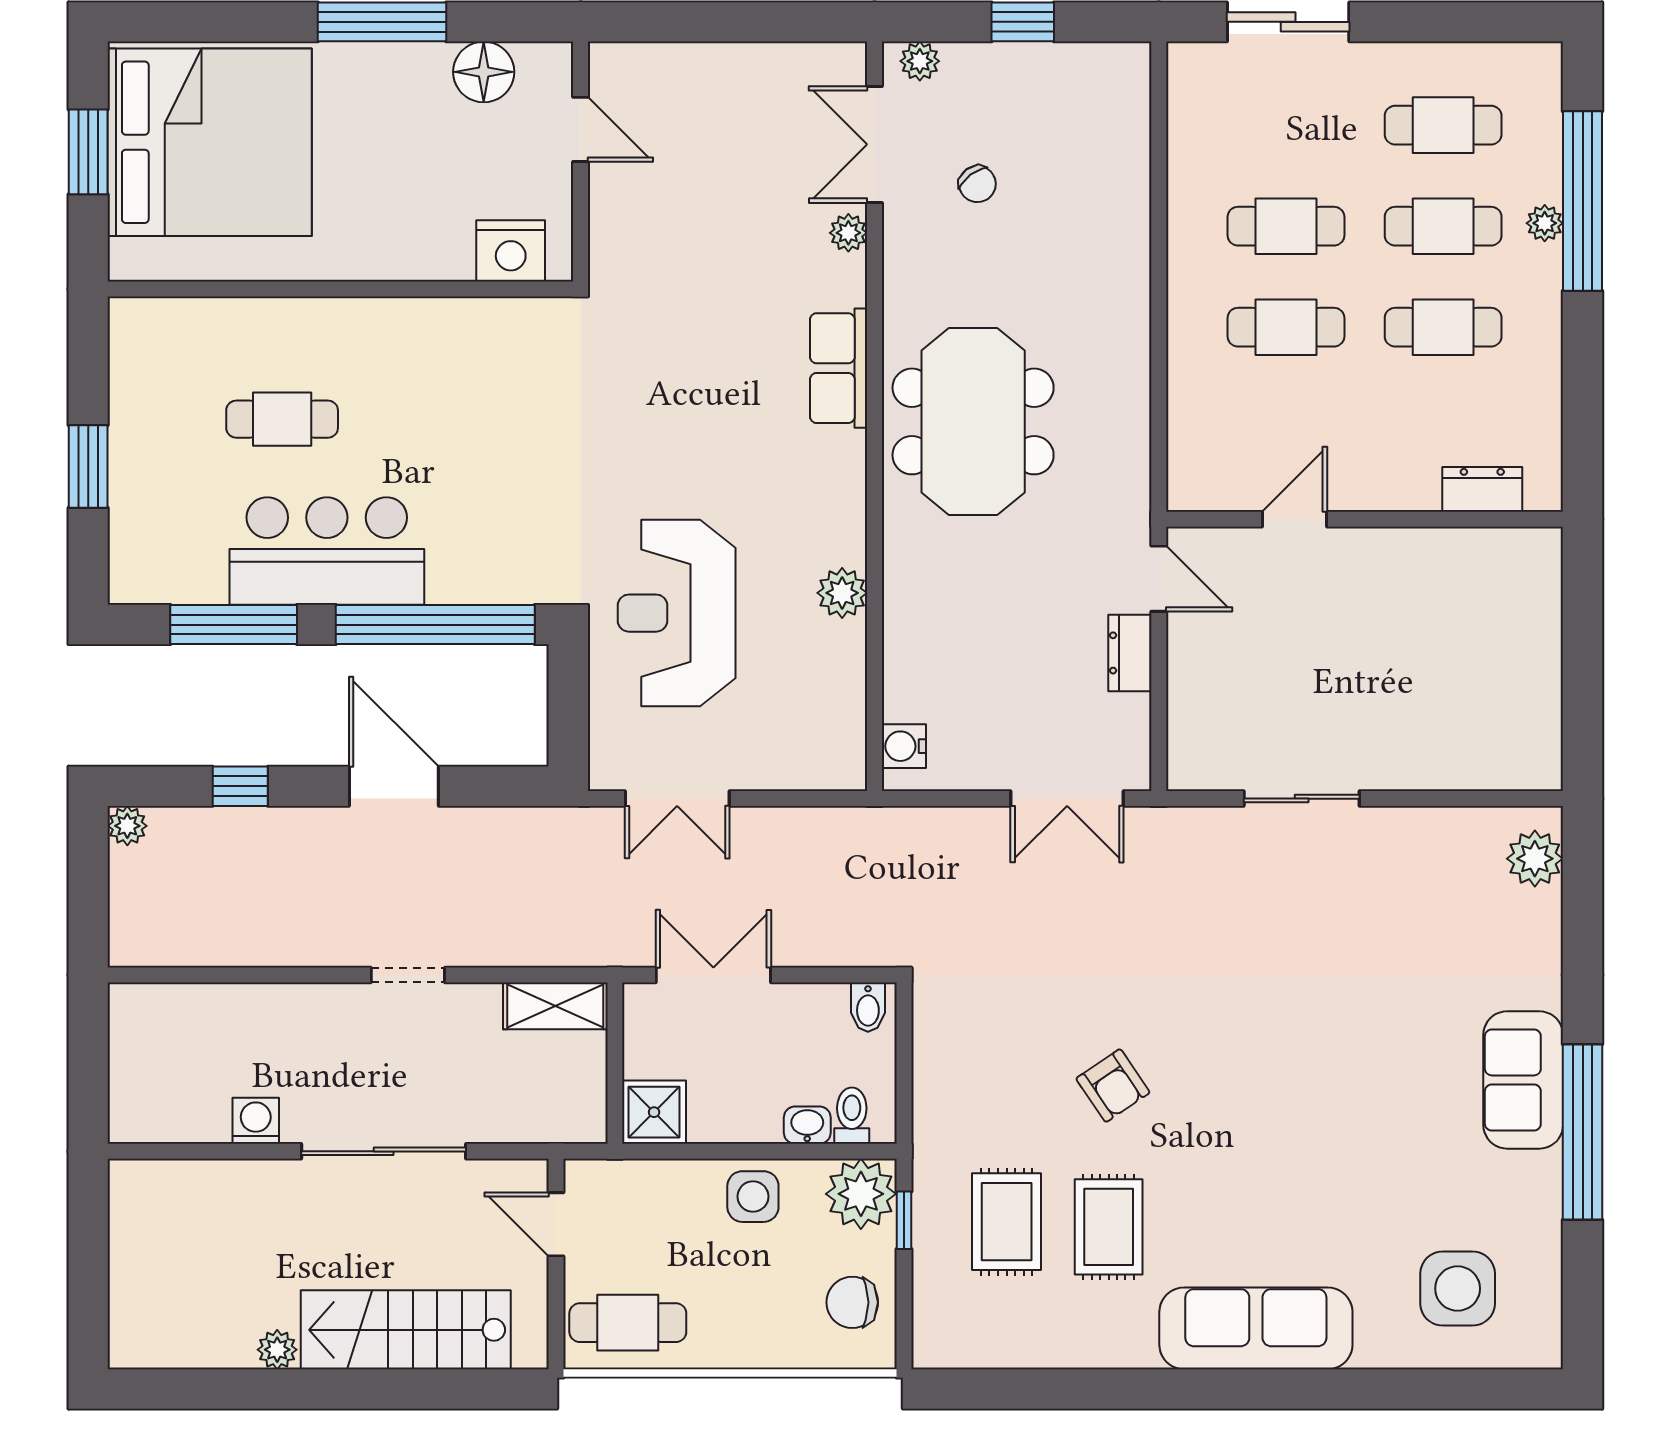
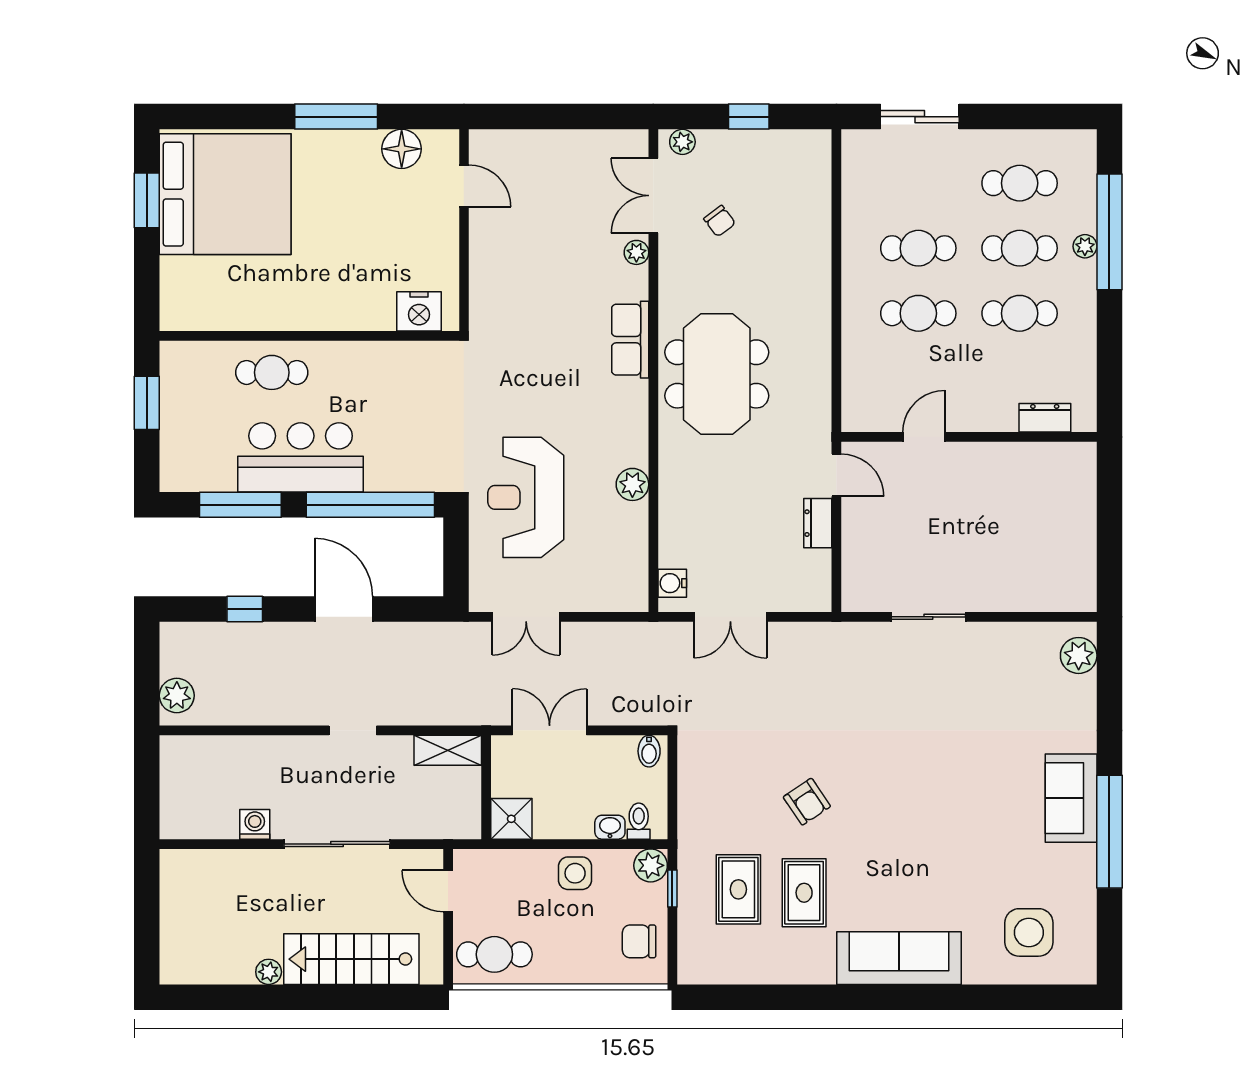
nightstand: (511, 251) -> (419, 311), moved
wall: (340, 289) -> (309, 336), moved
double door: (1067, 799) -> (730, 617), moved
plant: (127, 826) -> (177, 696), moved, width x1.38, depth x1.38
plant: (861, 1194) -> (651, 865), width x0.73, depth x0.73

